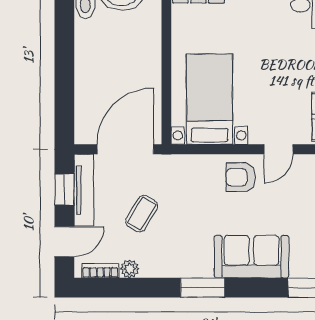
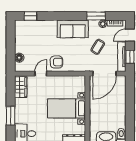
bed with nightstands: (209, 99) -> (67, 108), moved, turned 90
sofa: (251, 257) -> (73, 29), moved
window: (203, 288) -> (96, 16), moved

